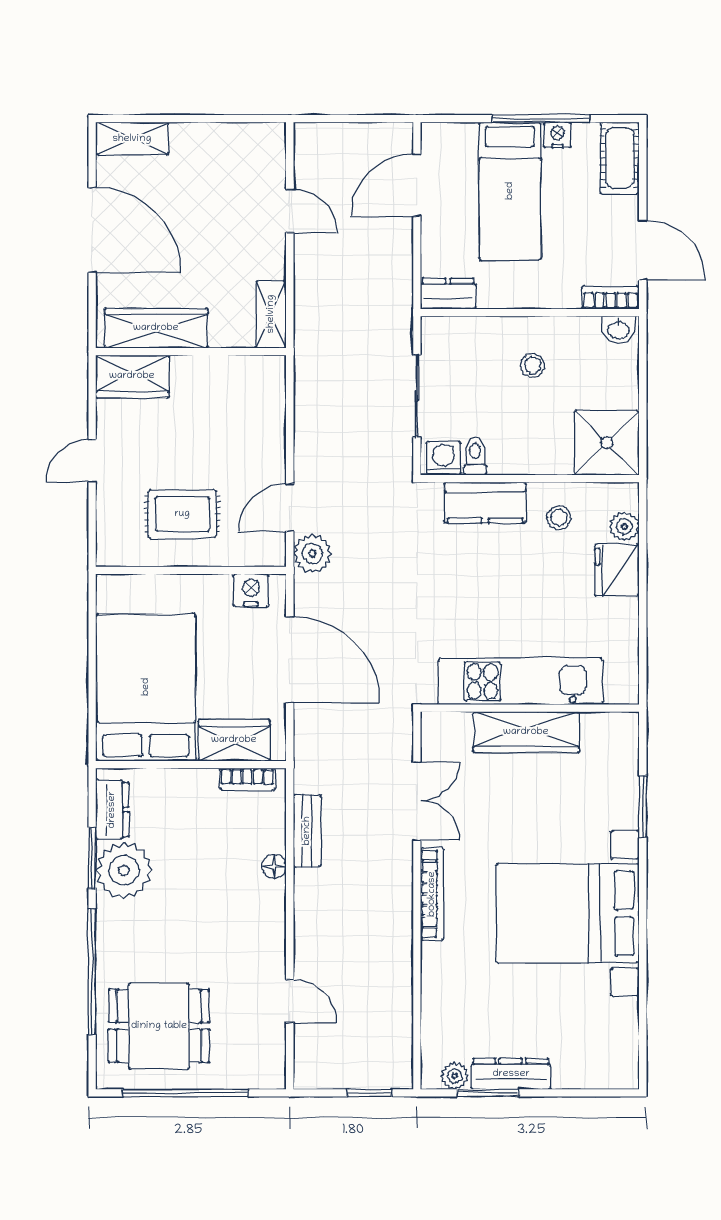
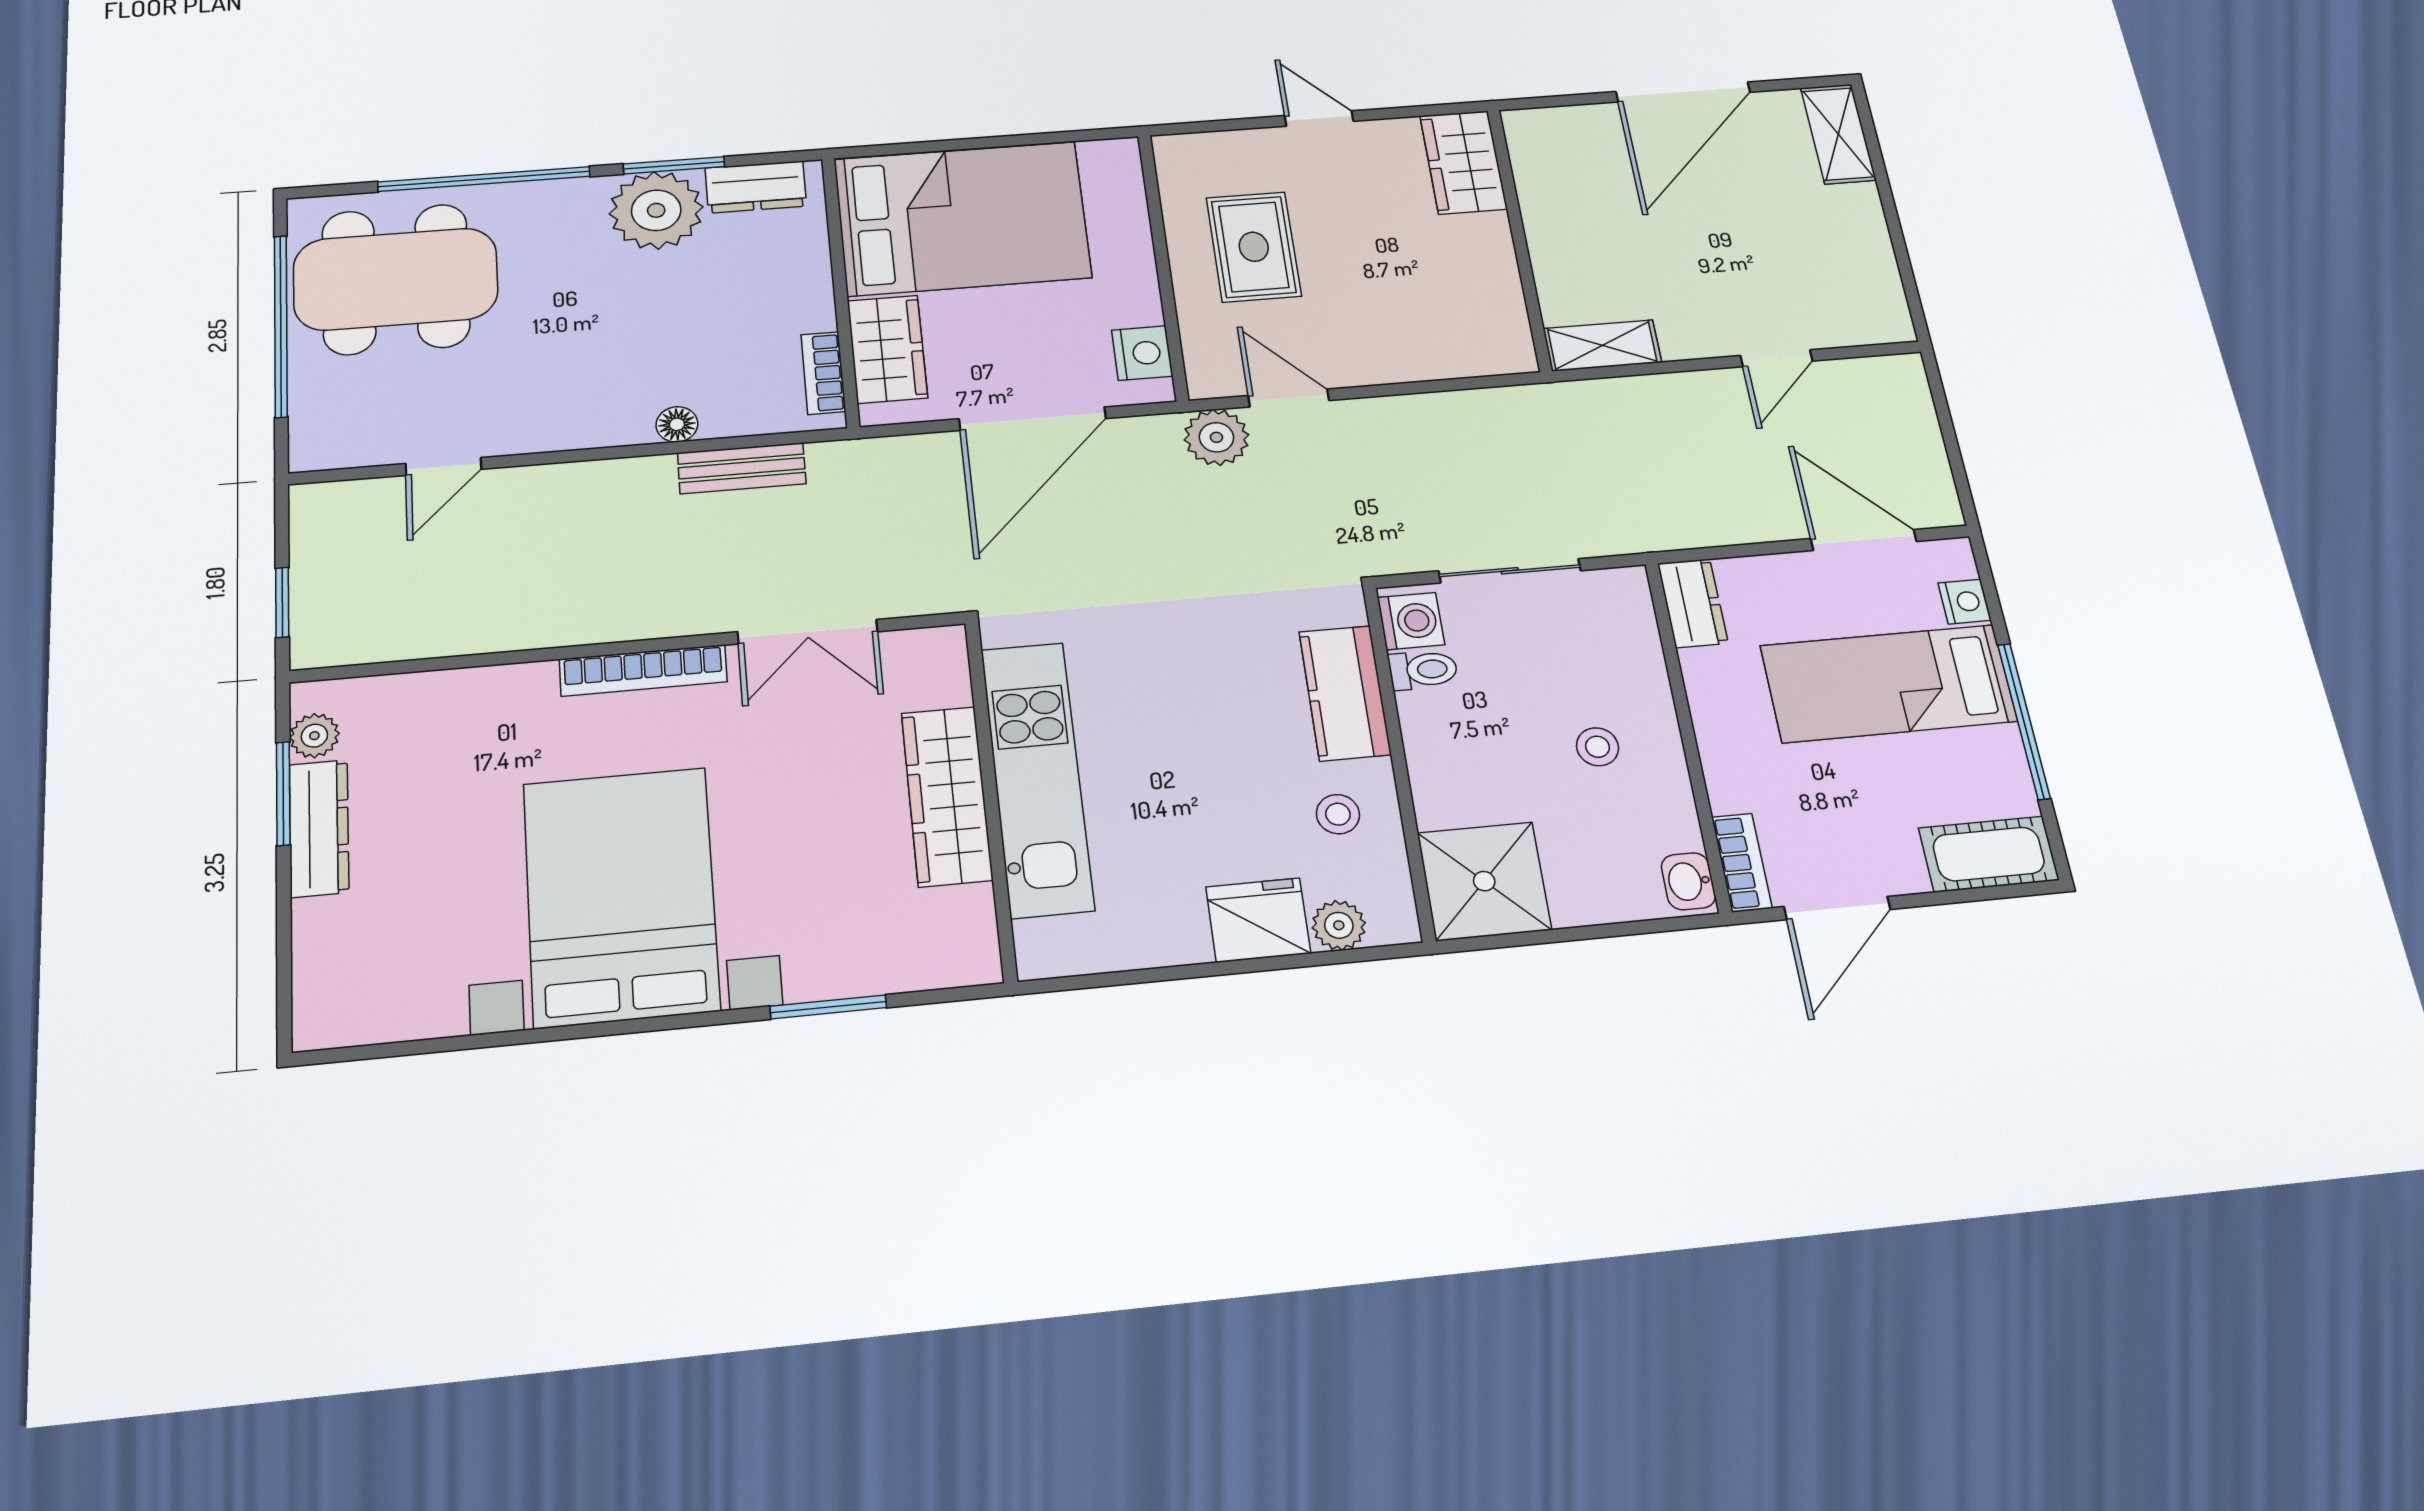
nightstand: (557, 135) -> (1965, 602), moved
wardrobe: (156, 328) -> (1547, 188), removed
dining table: (159, 1026) -> (396, 279), width x1.38

